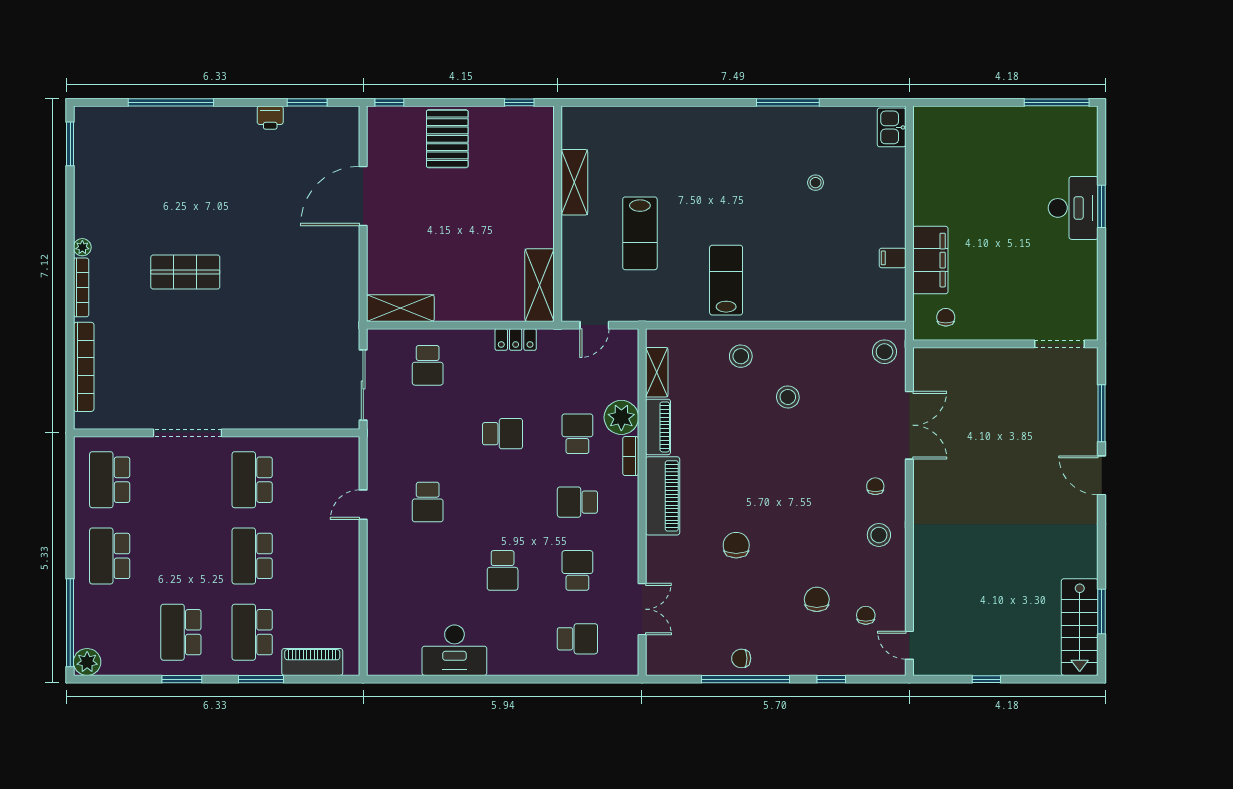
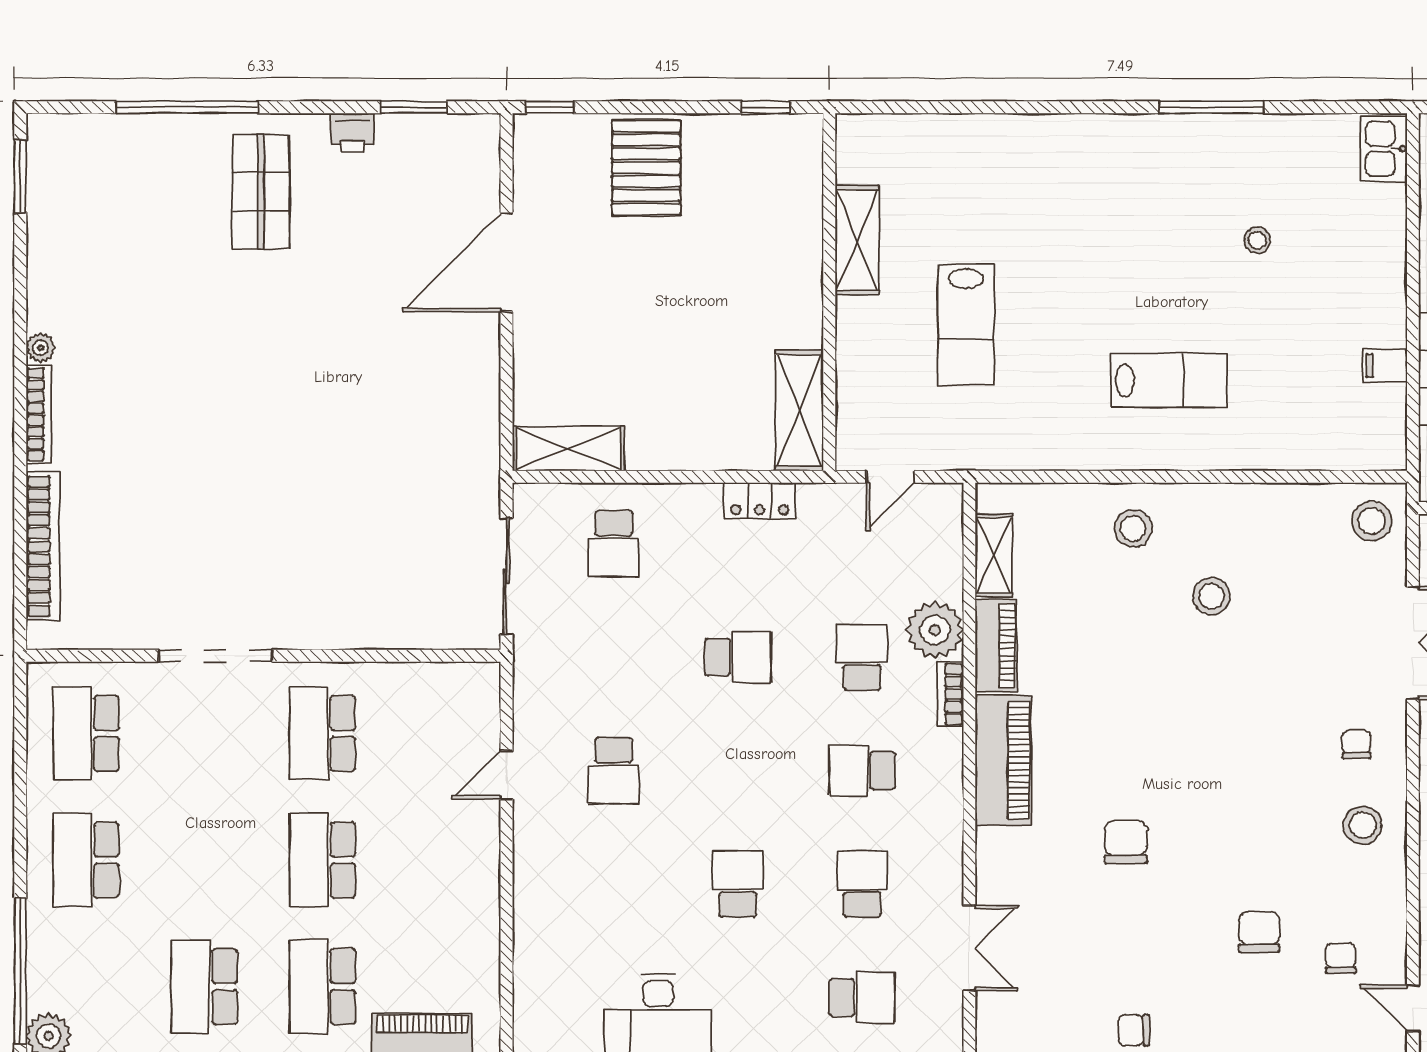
shop shelf: (185, 272) -> (261, 192), moved, turned 90
lab bench: (726, 280) -> (1169, 380), moved, turned 90
school desk: (503, 570) -> (738, 884), turned 180

